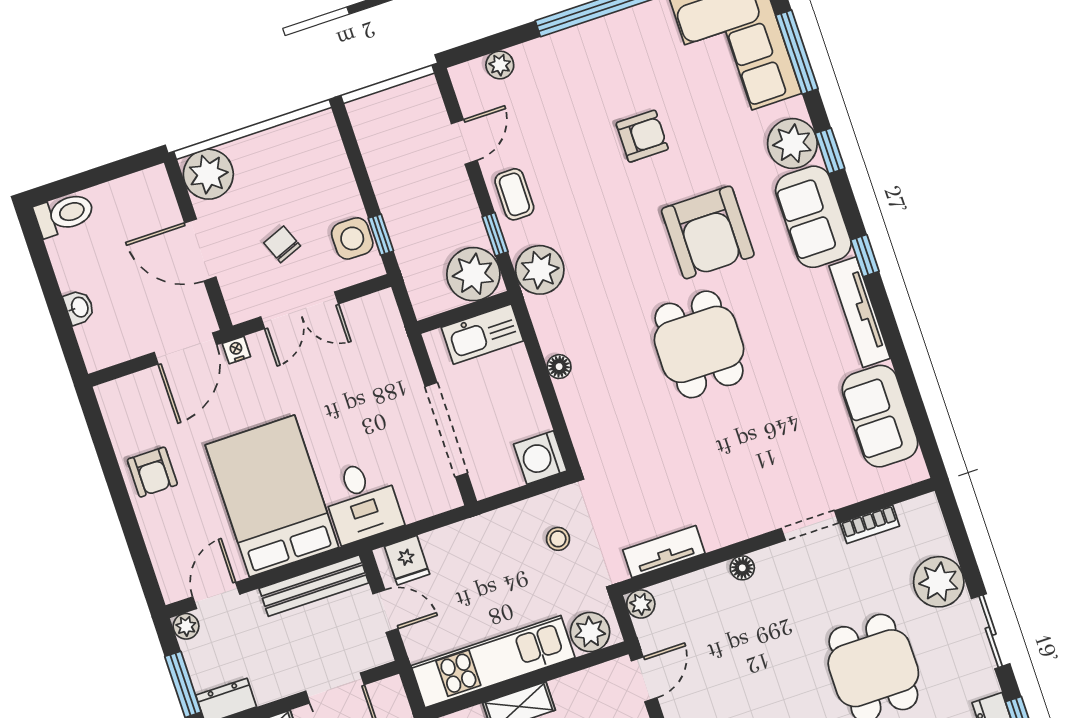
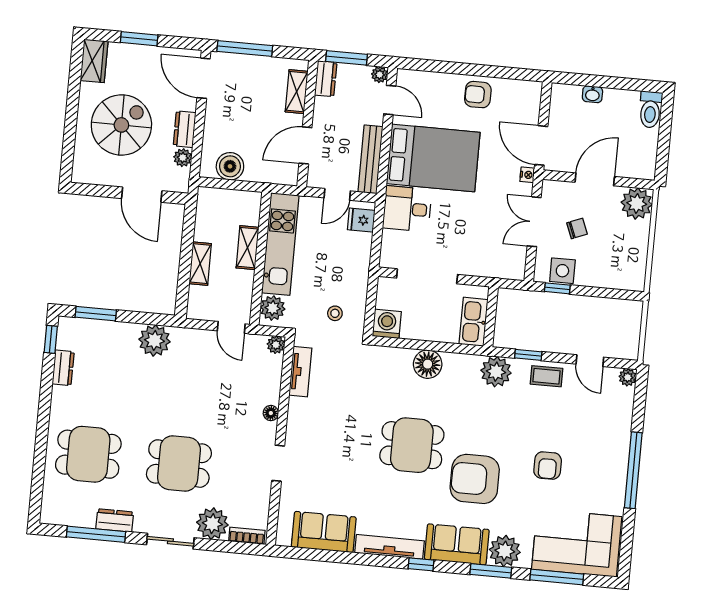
plant: (500, 65) -> (628, 377), moved
window: (830, 151) -> (491, 571), width x1.50
plant: (473, 274) -> (511, 332), removed
floor lamp: (559, 367) -> (428, 364), width x1.89, depth x1.89
bookcase: (870, 524) -> (247, 536), moved, turned 90

